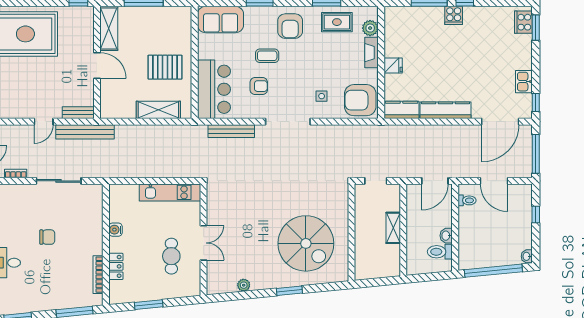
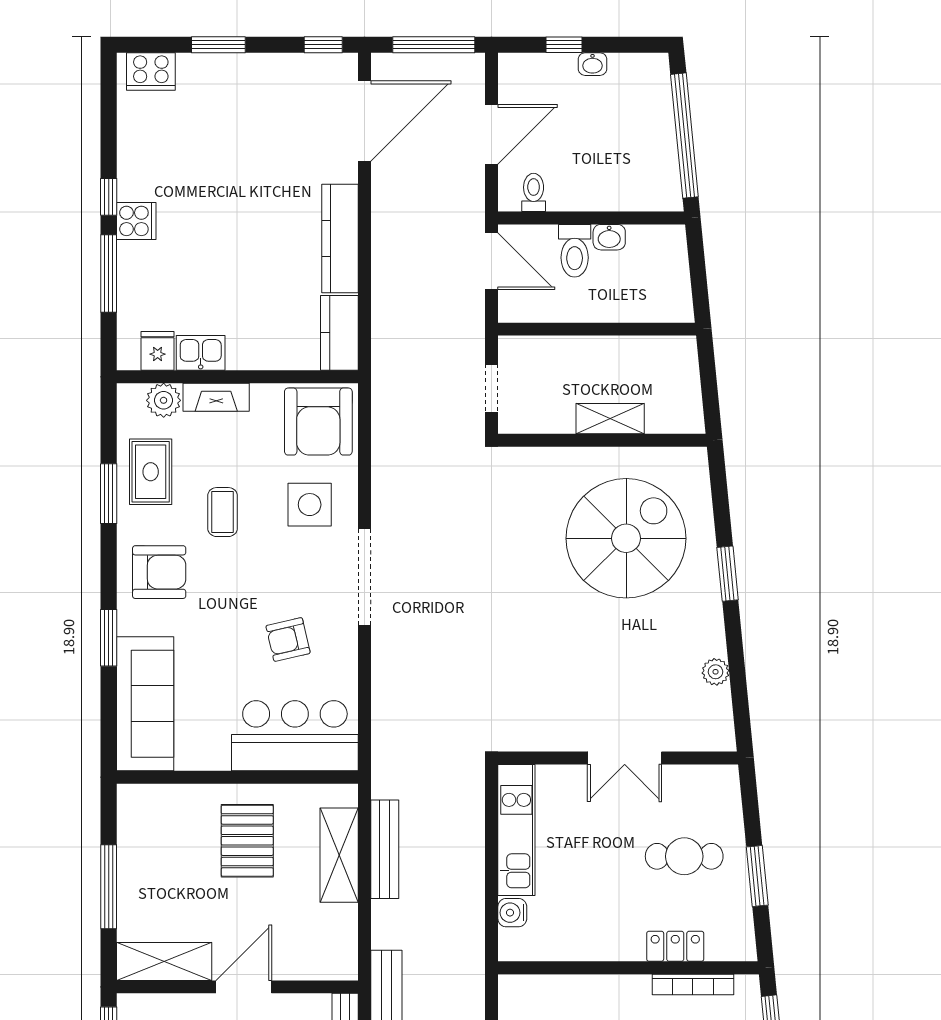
sofa: (221, 20) -> (145, 704), width x1.36
window: (536, 28) -> (218, 45), moved
coffee table: (267, 56) -> (223, 512), moved
fridge: (393, 65) -> (158, 351), moved
kitchen sink: (524, 82) -> (201, 353), moved, turned 180
armchair: (259, 86) -> (288, 639), turned -103
side table: (322, 96) -> (310, 505), width x1.87, depth x1.87
door: (500, 122) -> (364, 121), hinge flipped
bench: (231, 131) -> (385, 849), moved
shelving: (393, 228) -> (610, 419), moved
water cooler: (115, 230) -> (512, 913), moved, turned 90
double door: (204, 243) -> (625, 758), swing flipped
toilet: (440, 252) -> (575, 251), moved
cafe table: (171, 256) -> (684, 856), moved
washbasin: (527, 256) -> (592, 64), moved

